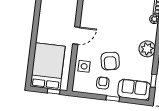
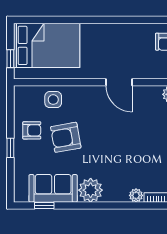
door: (76, 36) -> (119, 82), moved
sofa: (134, 90) -> (53, 188), moved, turned -90

